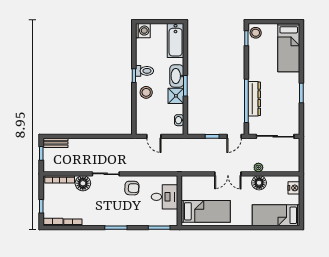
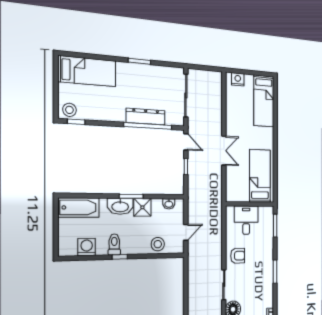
washing machine: (143, 31) -> (87, 247), moved
stool: (146, 92) -> (158, 244), moved
plant: (258, 167) -> (218, 117), removed
floor lamp: (259, 183) -> (233, 117), removed
armchair: (132, 188) -> (238, 256), turned 88

